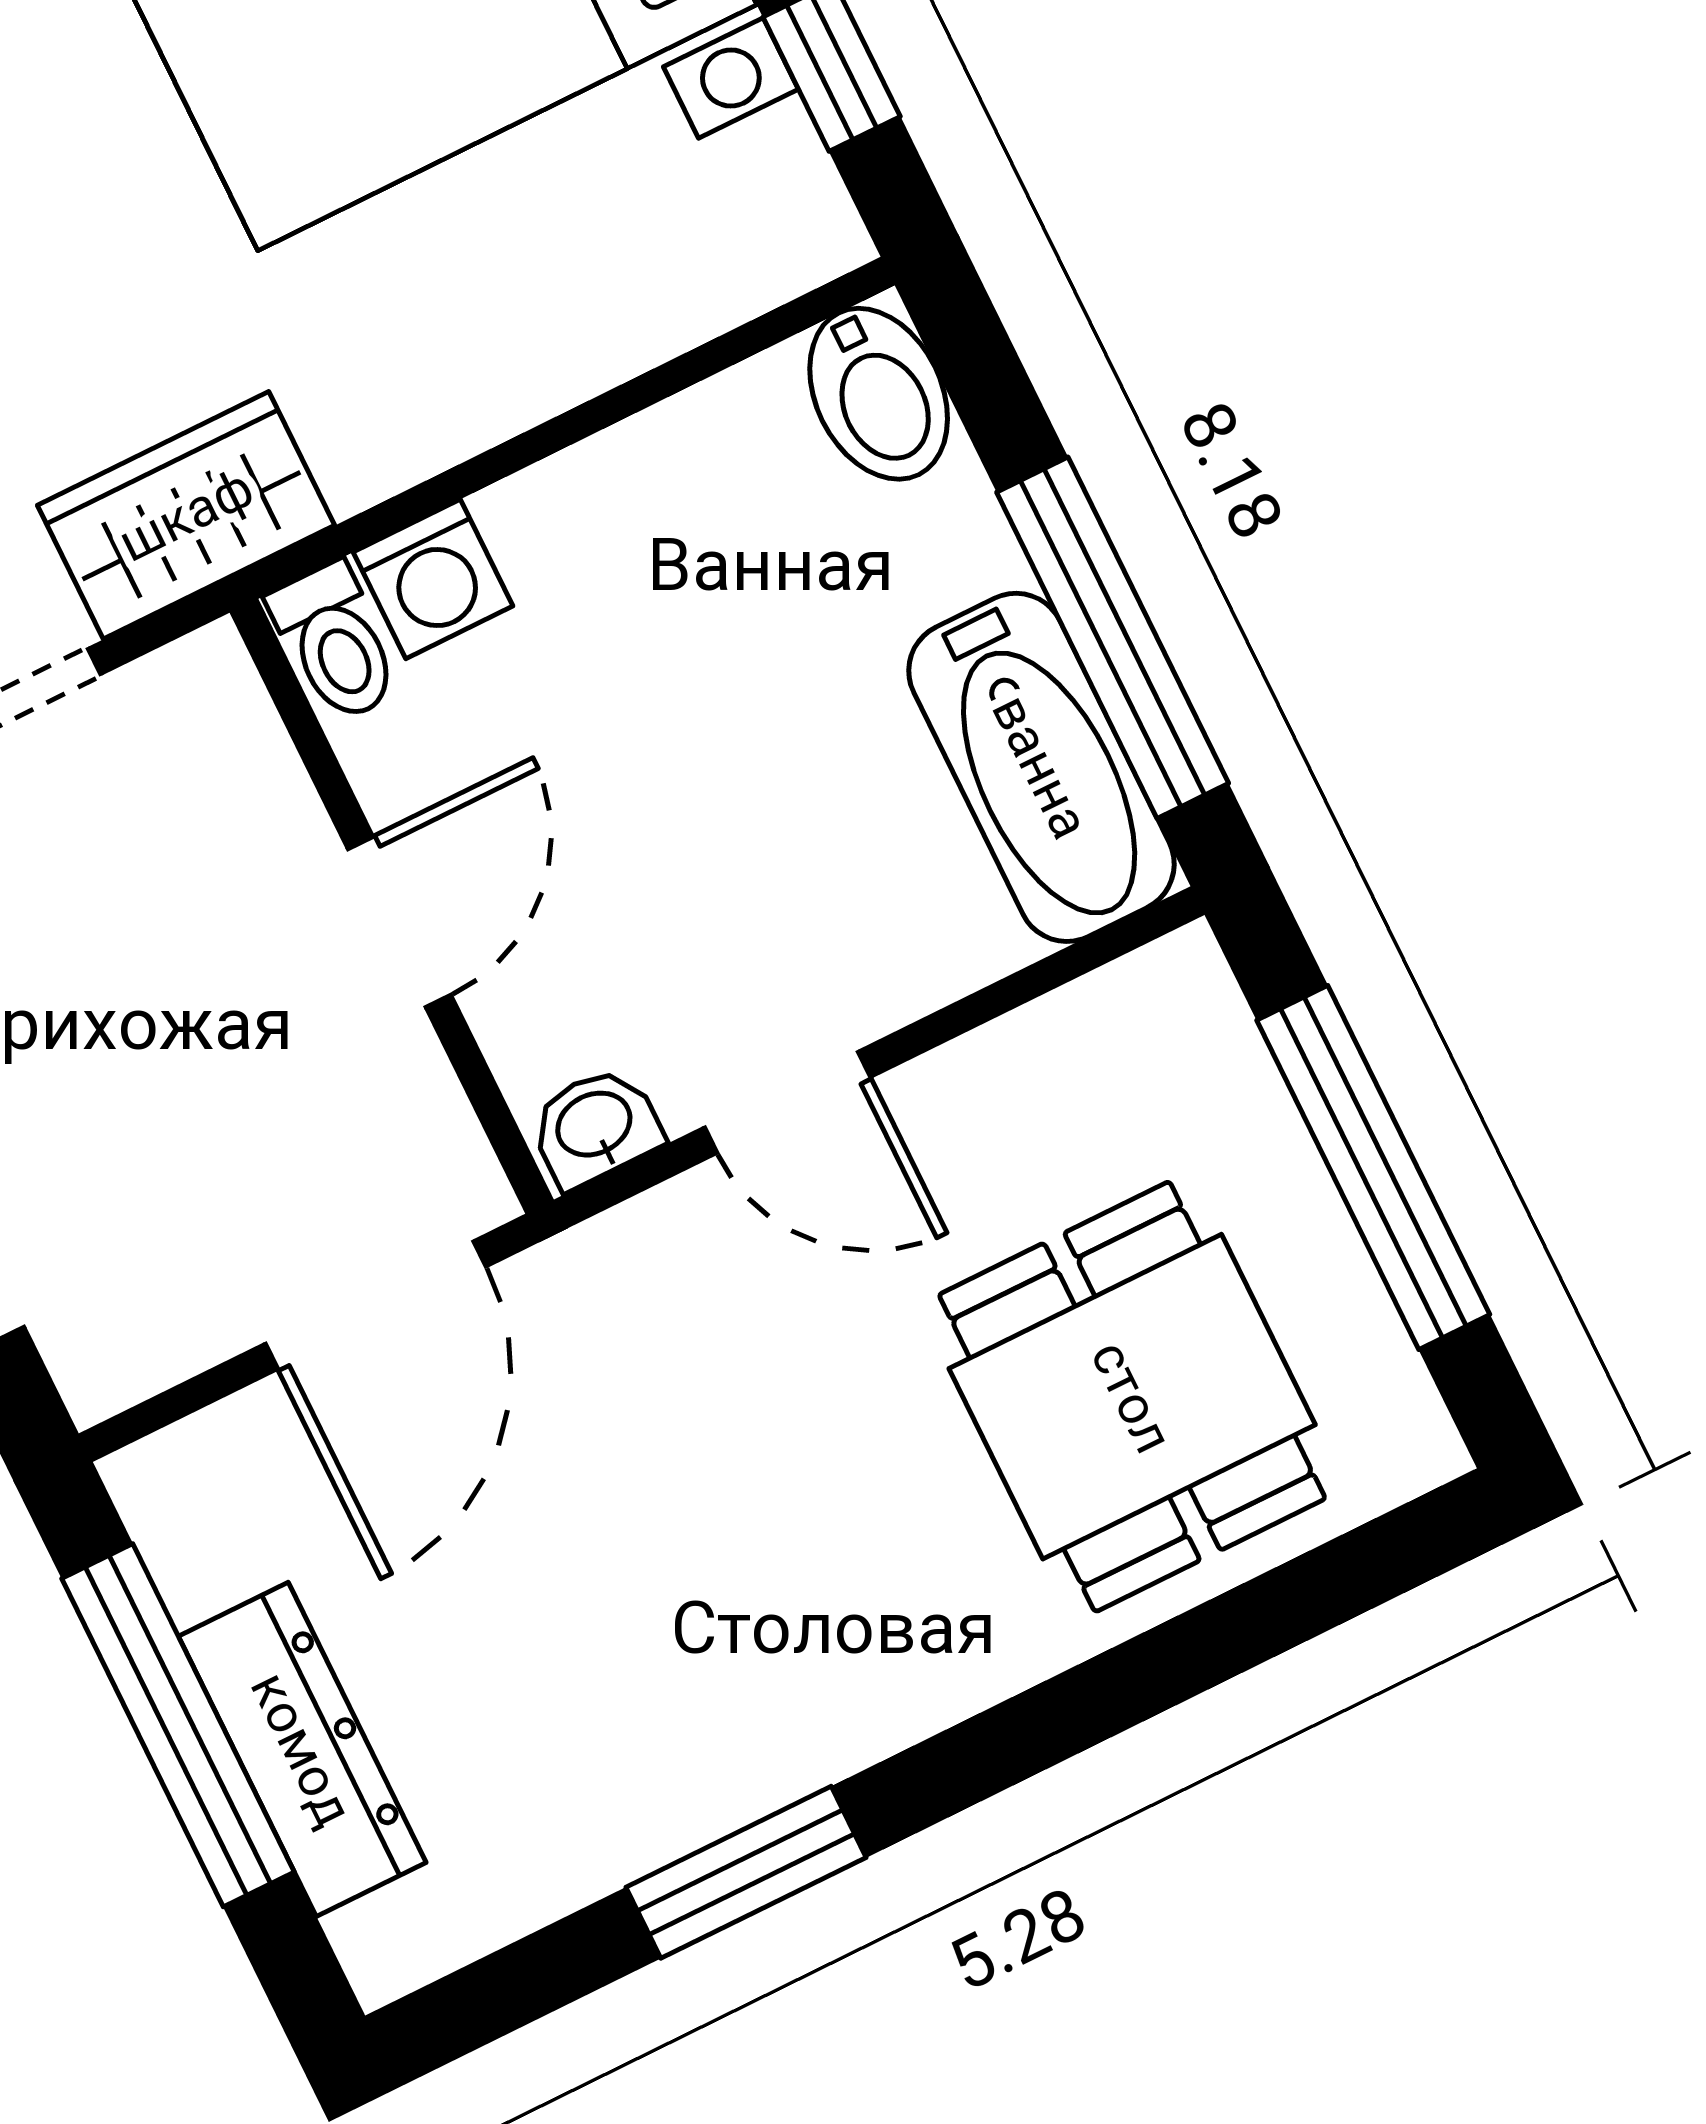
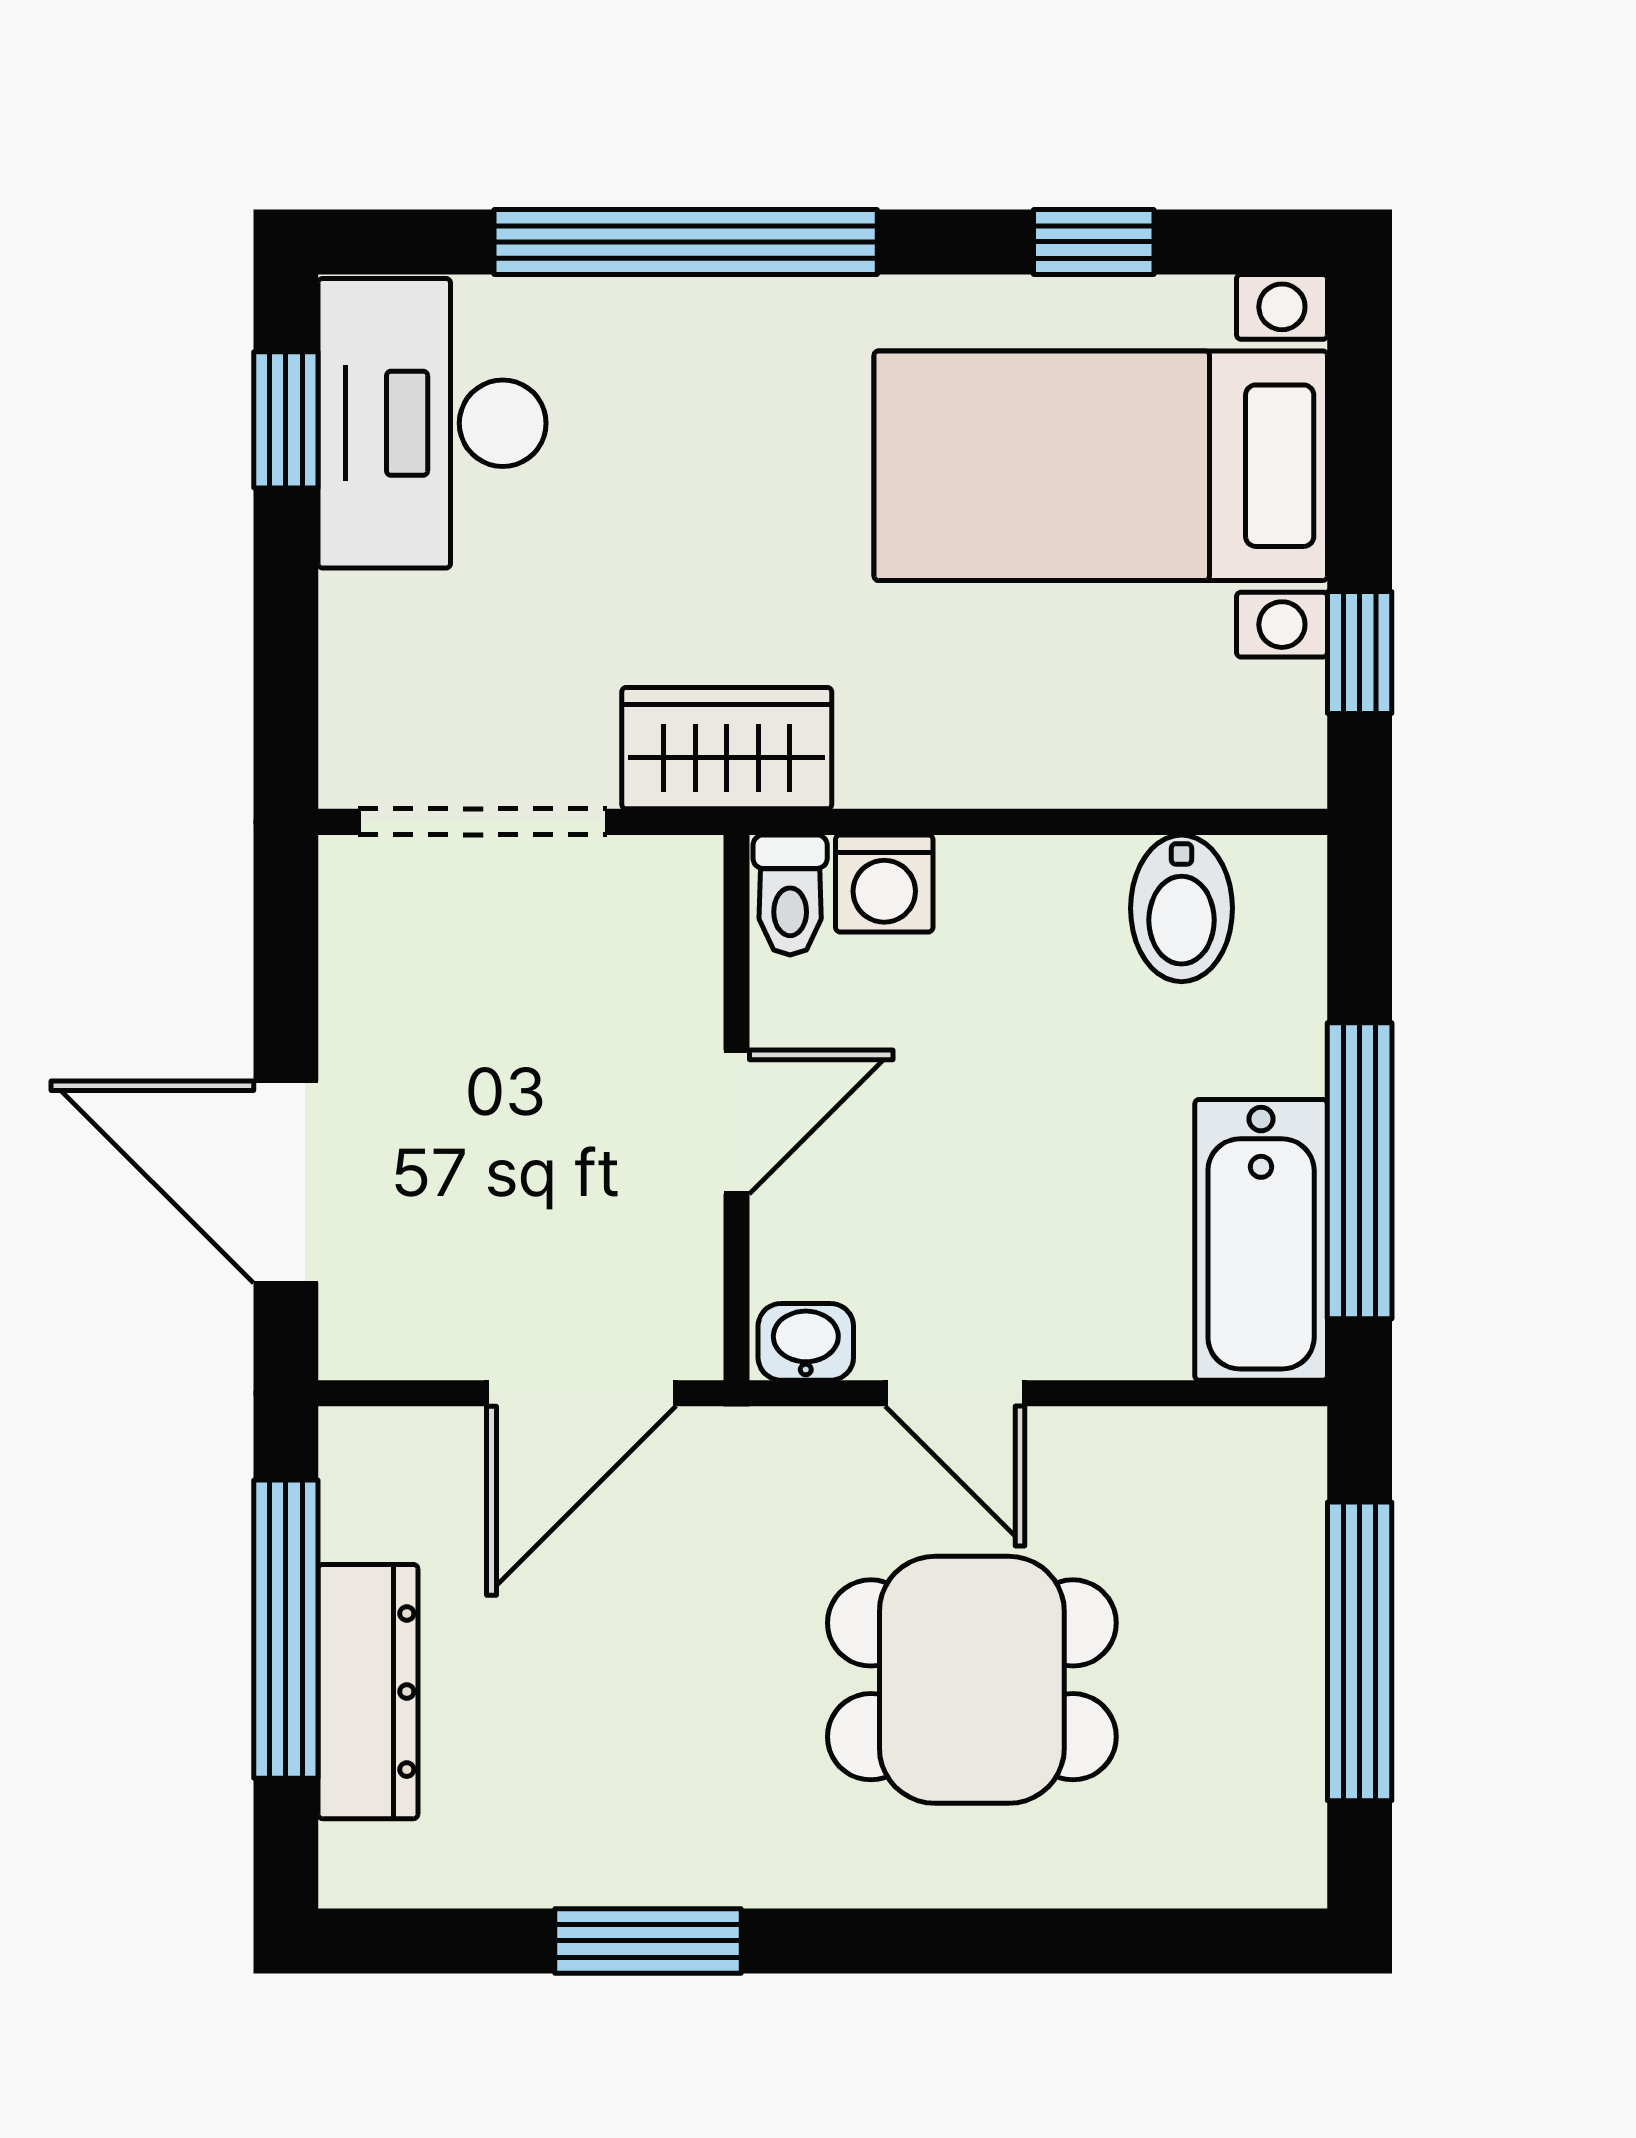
bidet: (879, 394) -> (1182, 908), moved
dining table: (1132, 1397) -> (972, 1680), moved, turned 90

